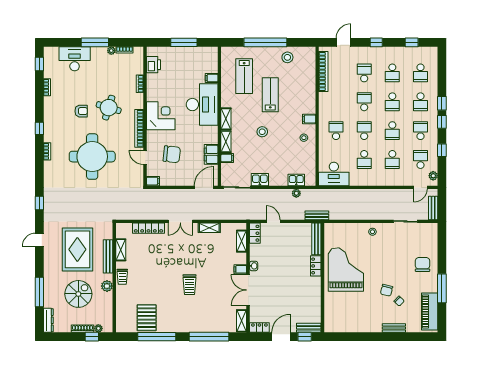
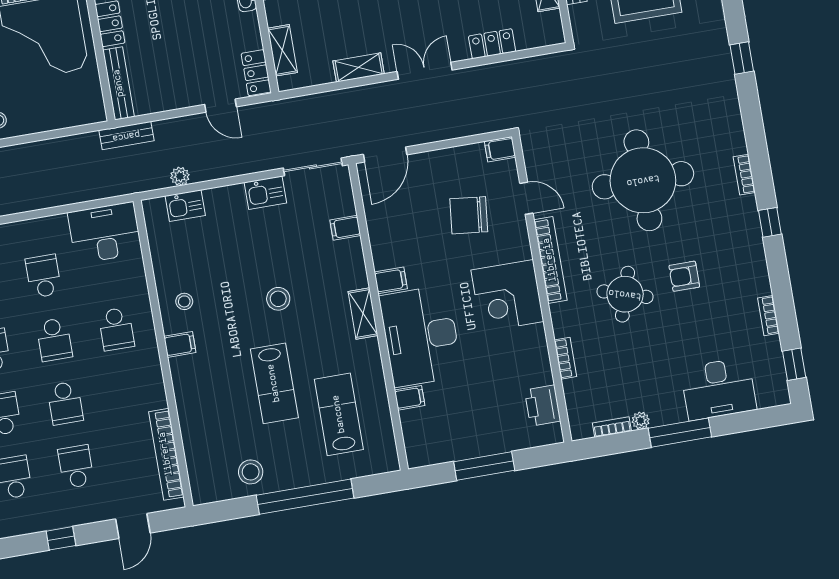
school desk: (364, 73) -> (76, 467), turned 180
shelving: (226, 142) -> (354, 264), removed
filing cabinet: (211, 154) -> (391, 280), moved, width x0.50
locker: (148, 228) -> (492, 44), width x0.66

